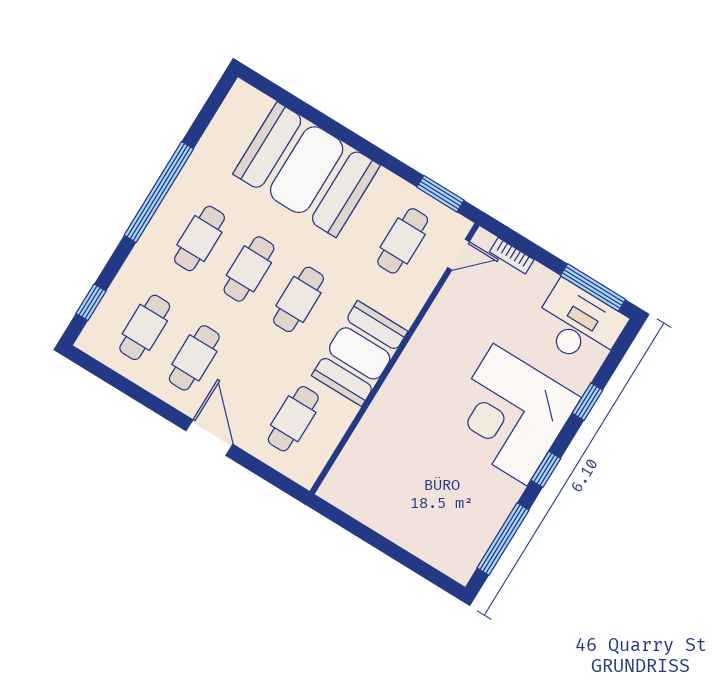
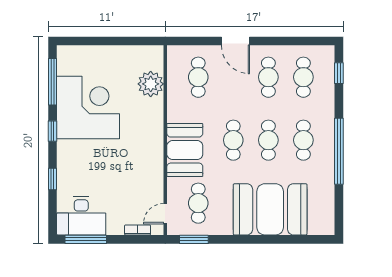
booth: (360, 353) -> (185, 150), moved
corner desk: (510, 415) -> (88, 107), moved
plant: (366, 450) -> (151, 84), added

